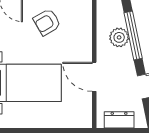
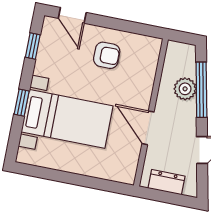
armchair: (47, 22) -> (107, 55), turned -150

